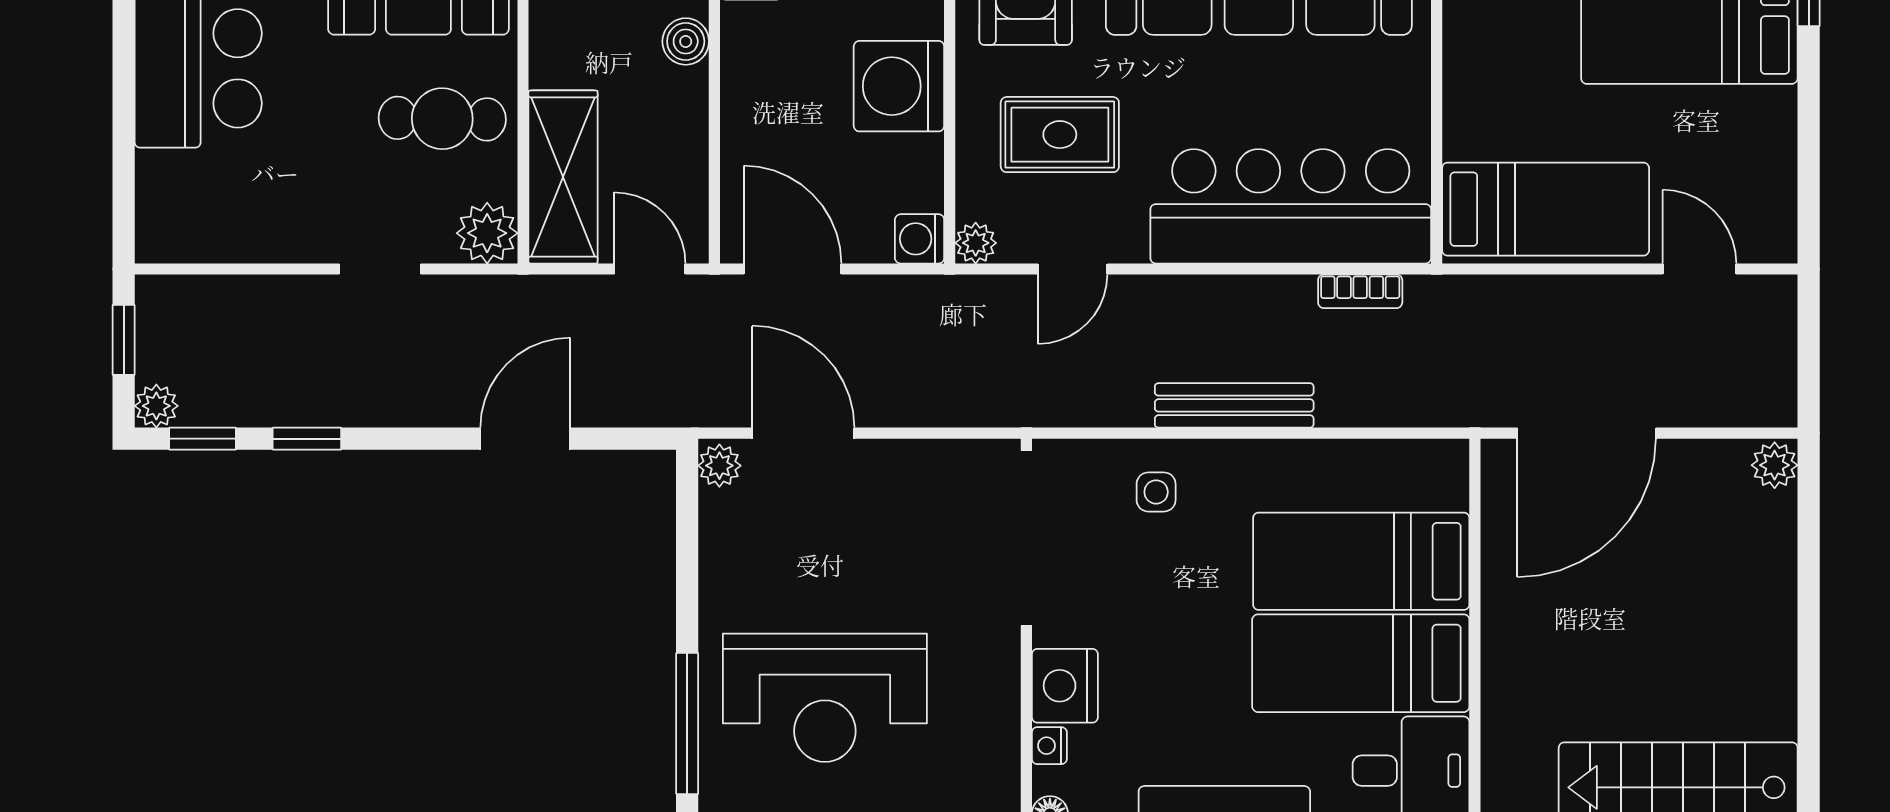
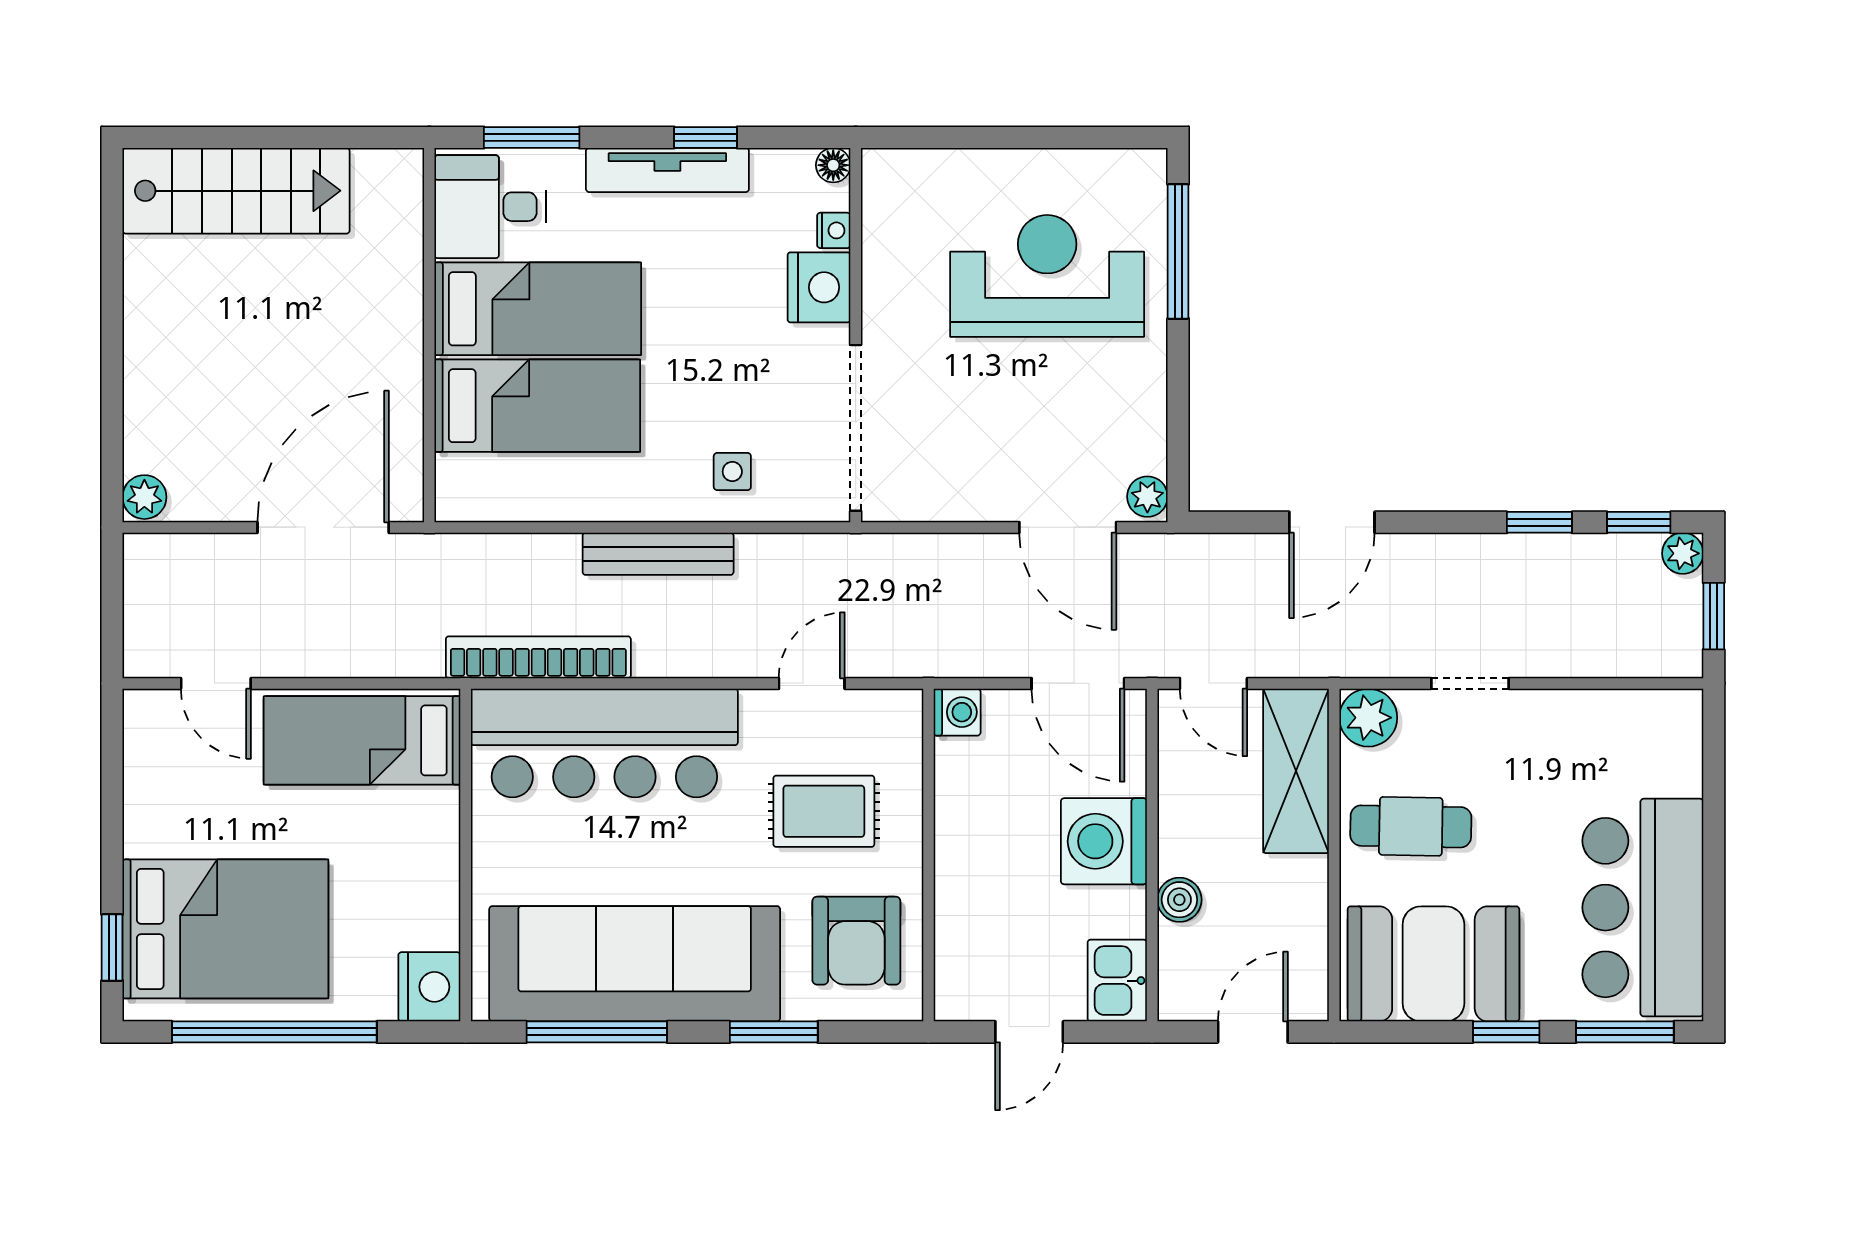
washing machine: (899, 86) -> (1104, 841), moved, turned 180
plant: (976, 243) -> (904, 708), removed
bookcase: (1360, 291) -> (538, 657), width x2.31, depth x1.31

